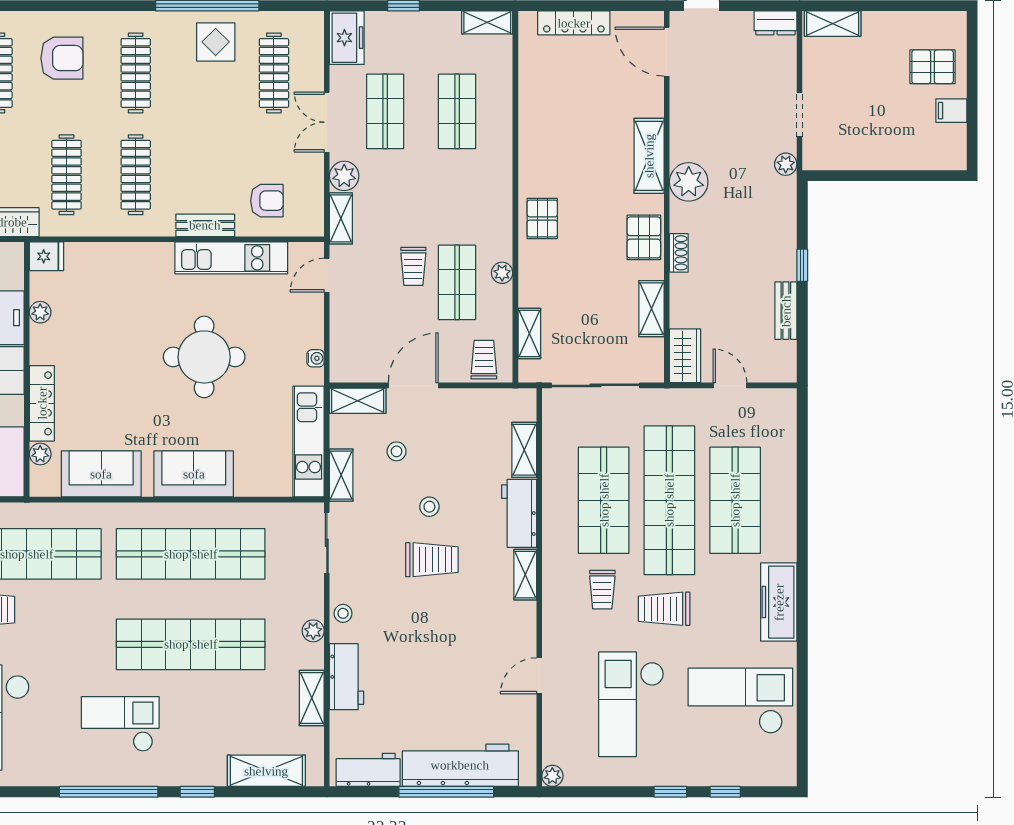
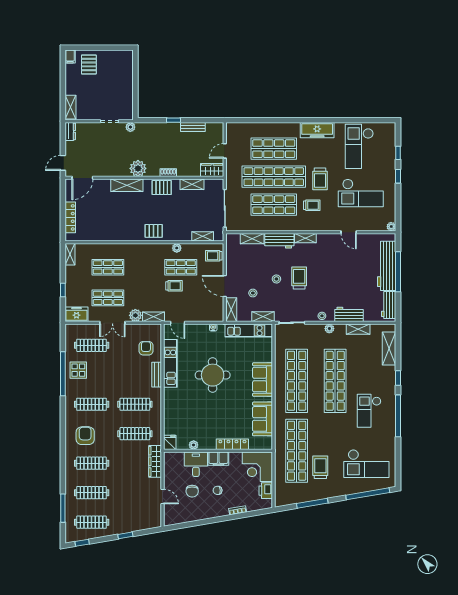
filing cabinet: (951, 111) -> (70, 56), moved
plant: (40, 454) -> (254, 445), removed

